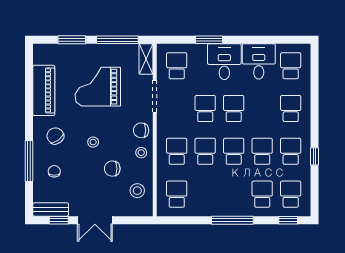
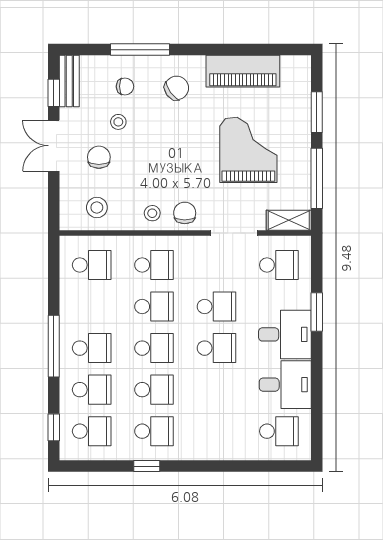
school desk: (291, 109) -> (92, 348), moved
stool: (93, 142) -> (118, 122), moved
chair: (112, 169) -> (99, 157), moved

